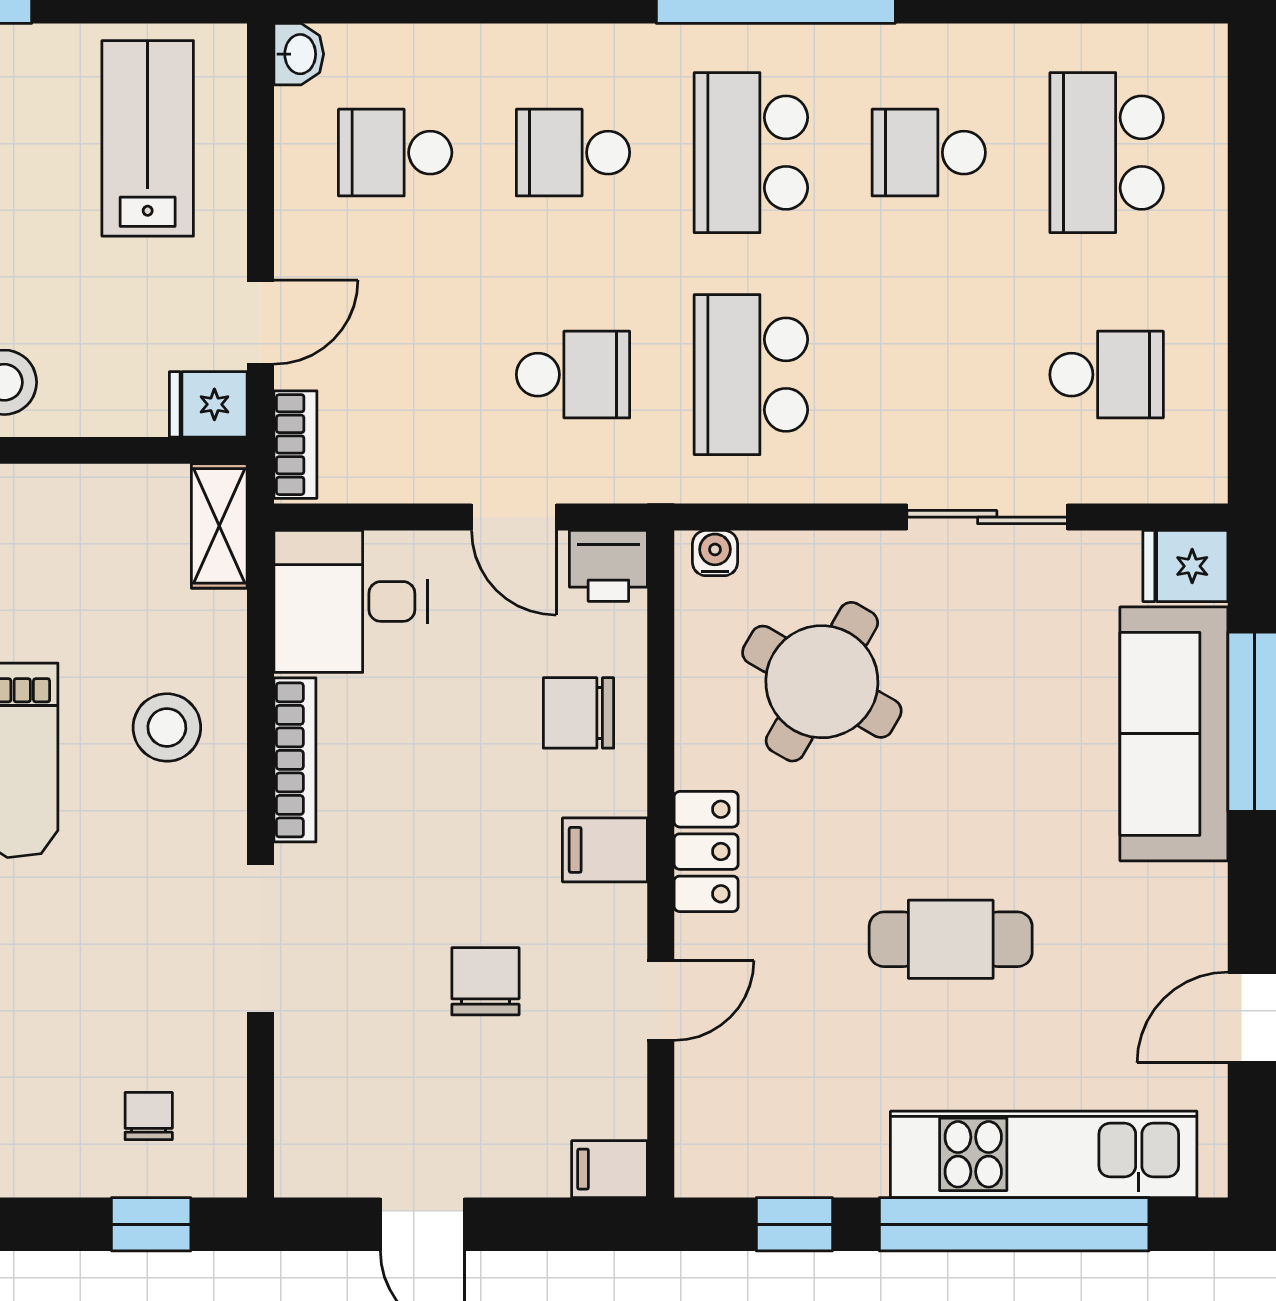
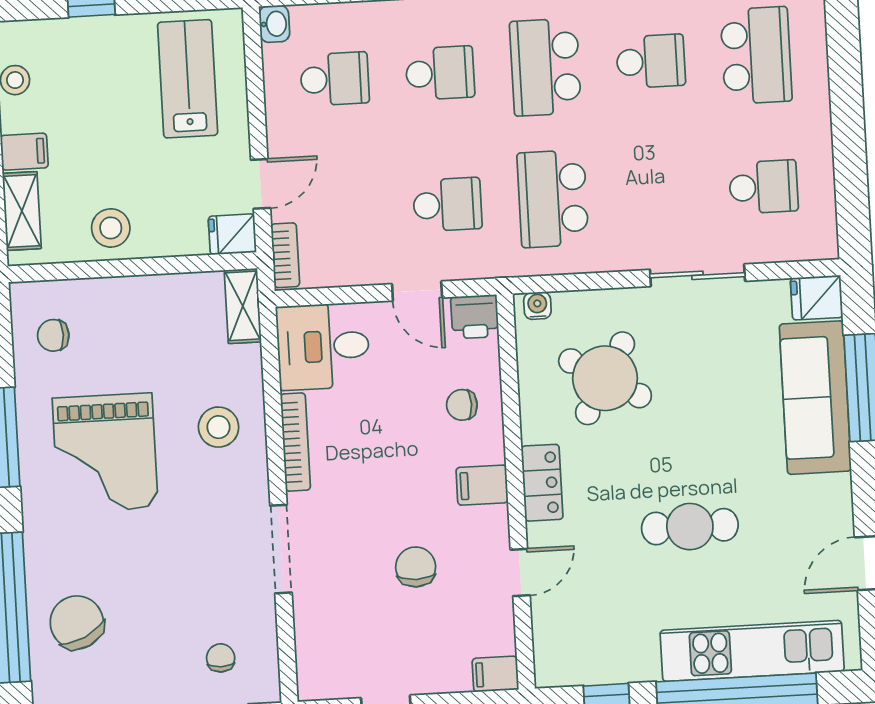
school desk: (395, 153) -> (335, 79), turned 180
school desk: (573, 153) -> (440, 73), turned 180
school desk: (929, 153) -> (651, 61), turned 180
school desk: (1107, 153) -> (756, 55), turned 180
chair: (579, 713) -> (462, 405), width x0.73, depth x0.73

